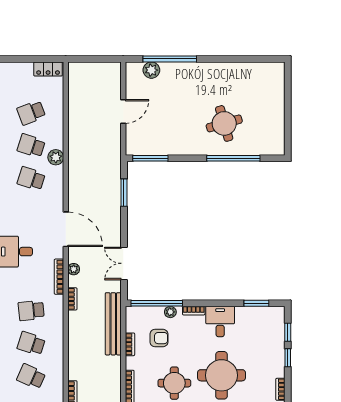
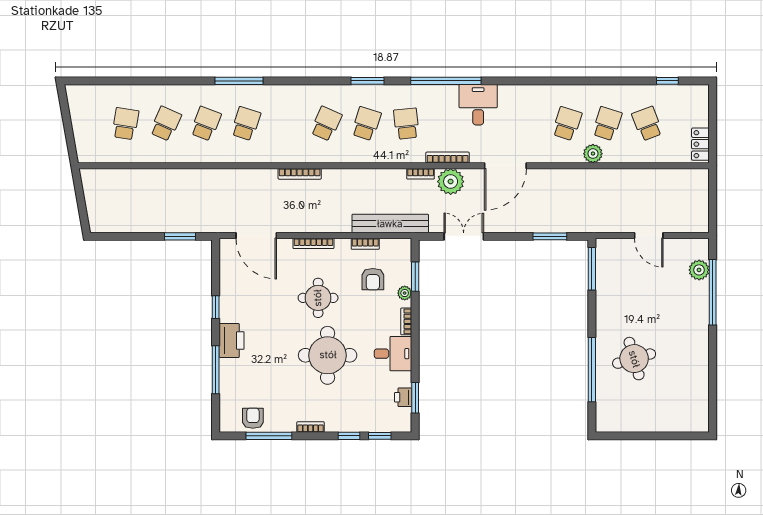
plant: (74, 269) -> (451, 182), width x1.88, depth x1.88
window: (157, 303) -> (415, 277), width x0.47
printer: (256, 313) -> (403, 397), added

